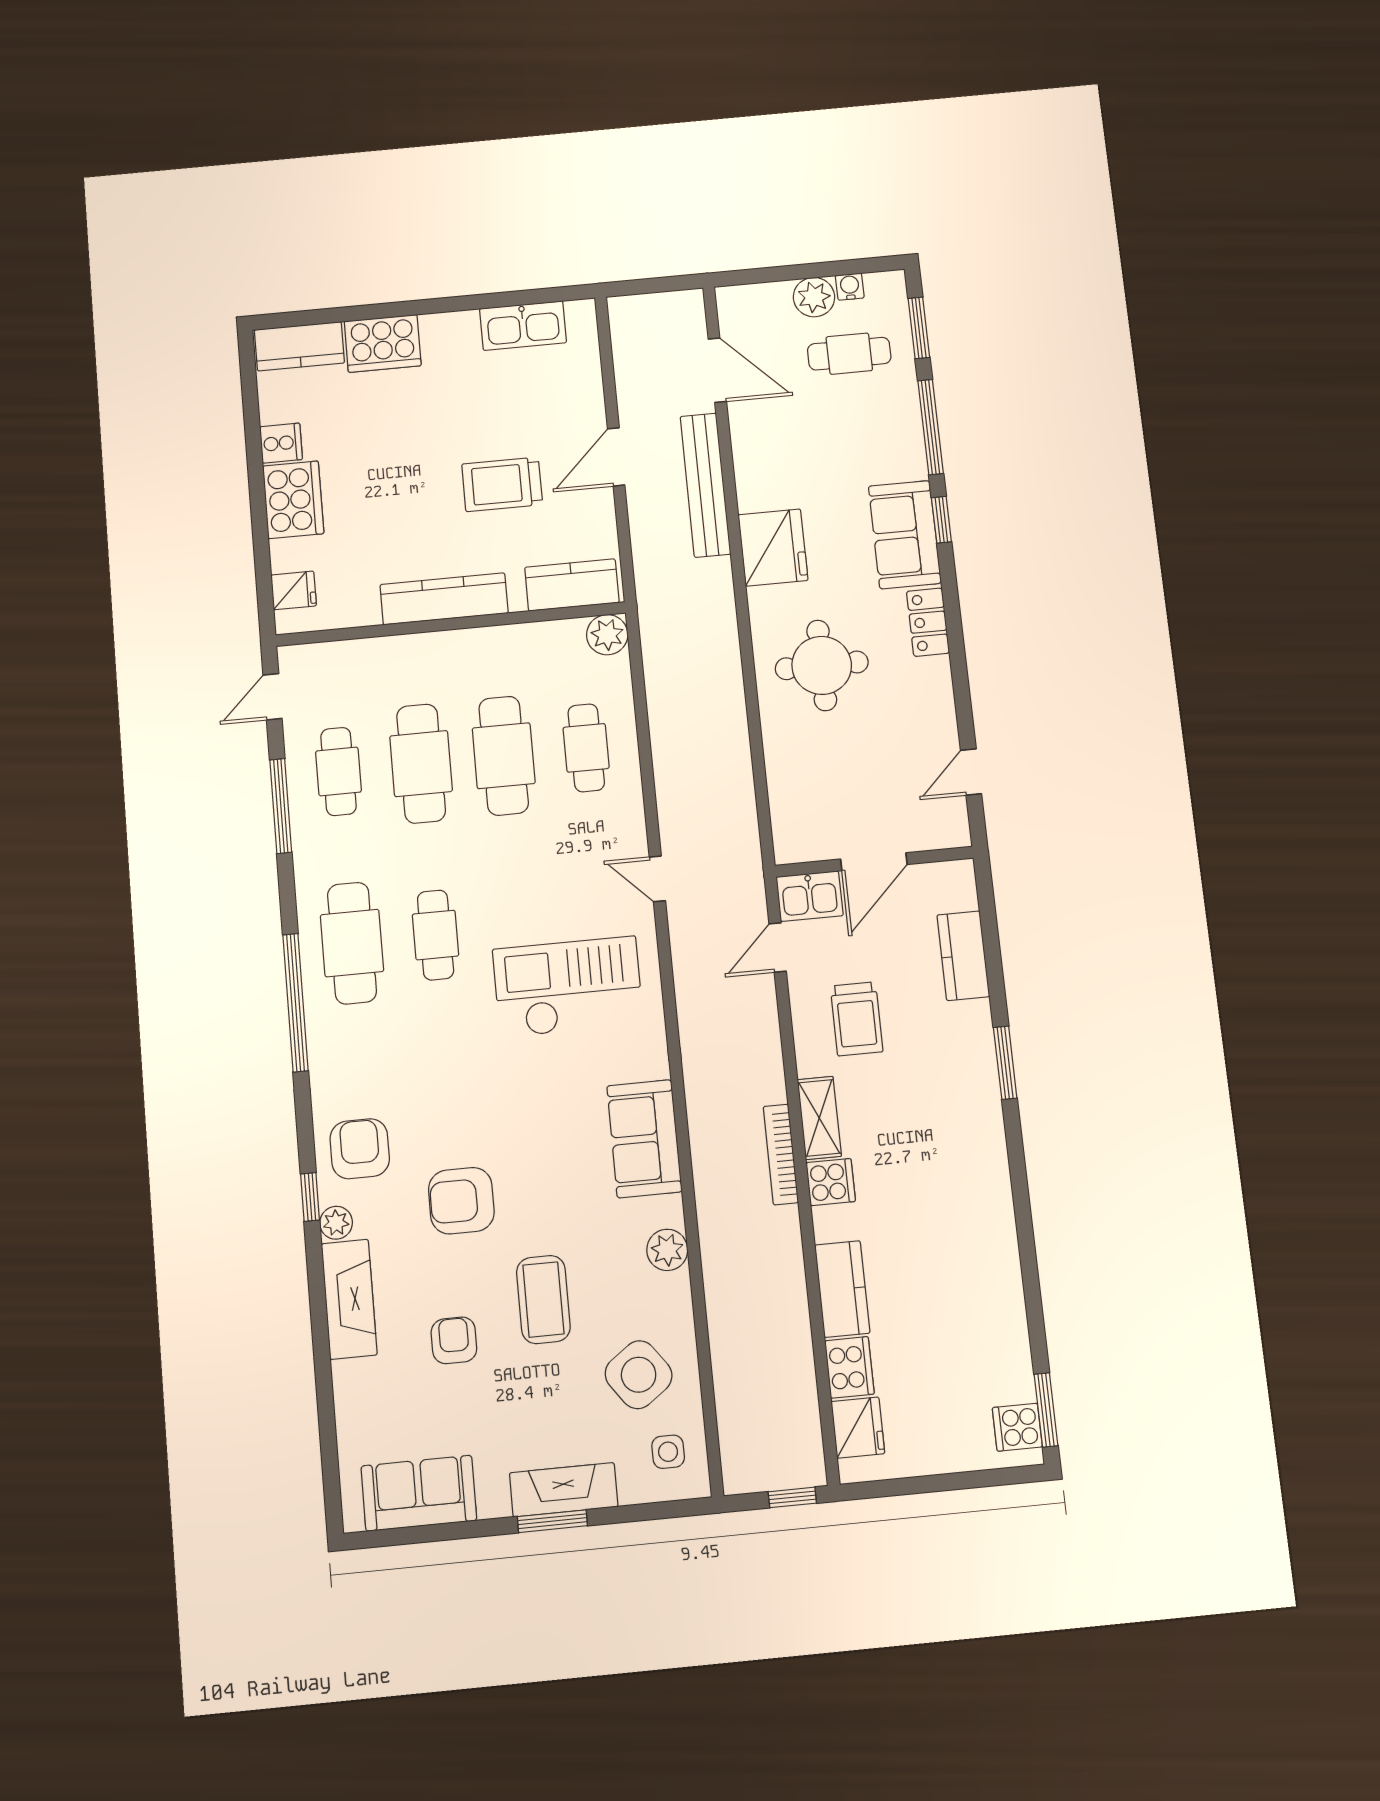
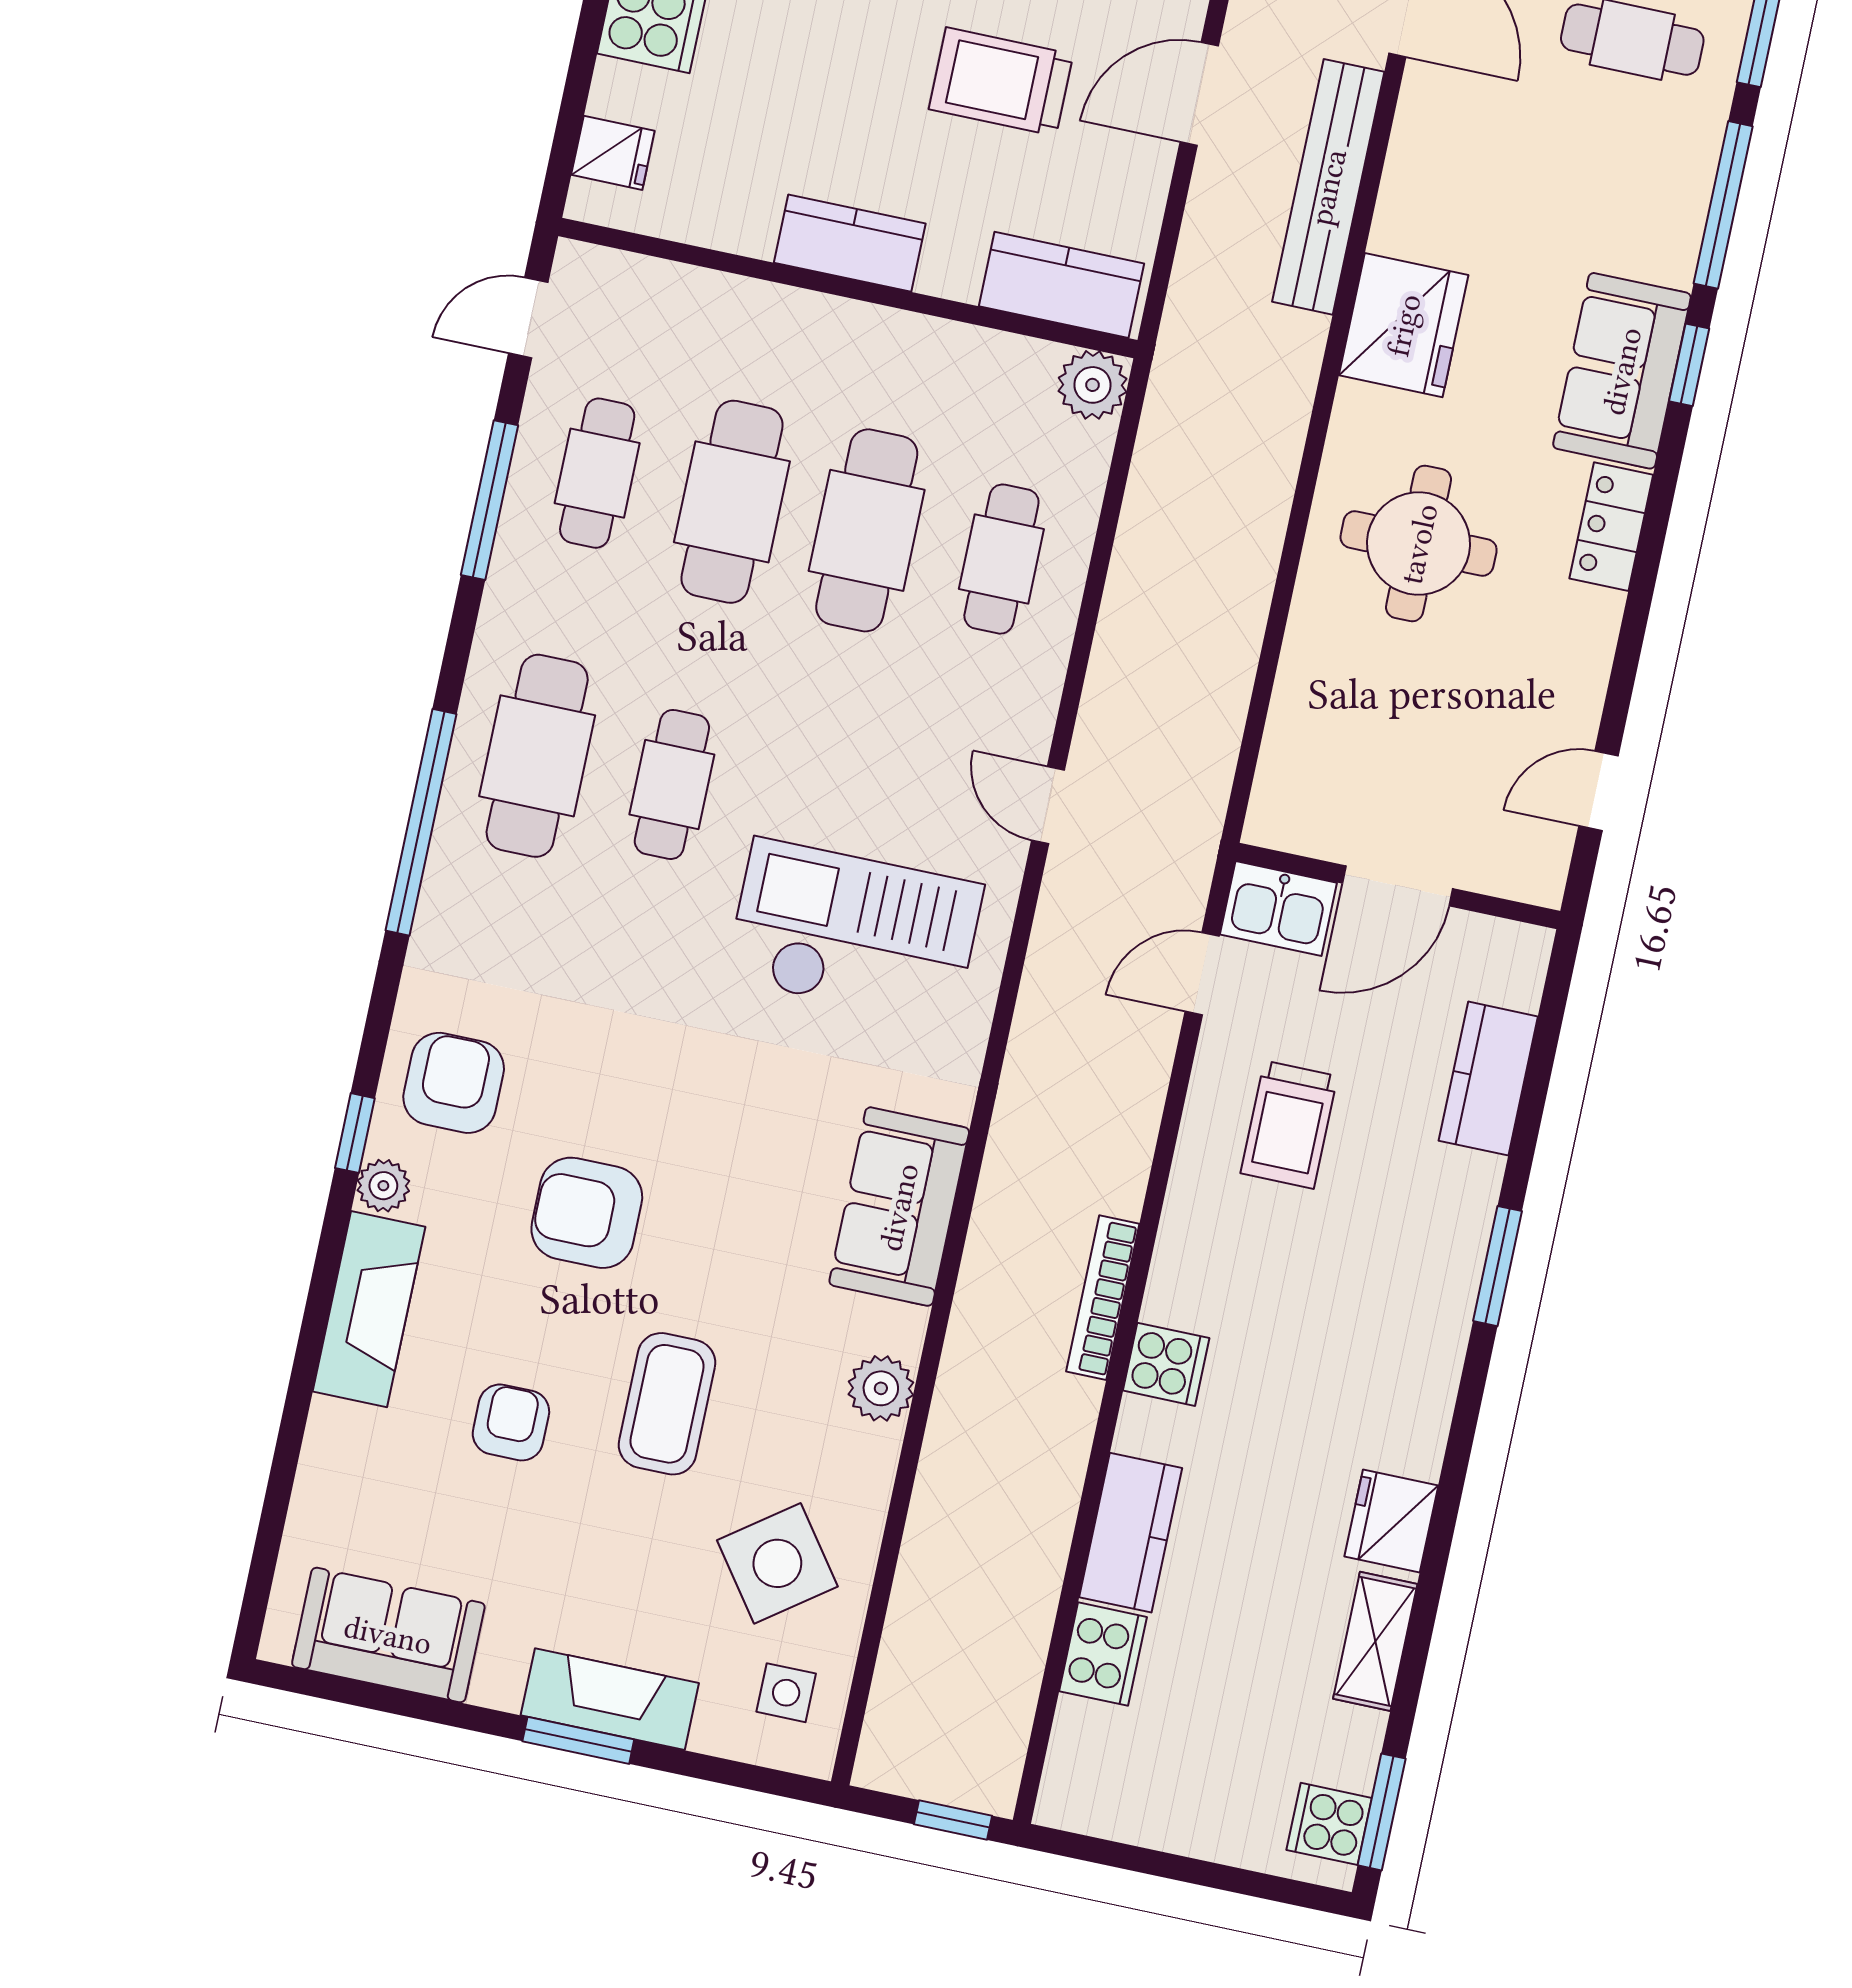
kitchen counter: (444, 599) -> (850, 243), width x0.67
shelving: (819, 1118) -> (1375, 1641), moved
fridge: (858, 1428) -> (1391, 1521), moved, turned 180

